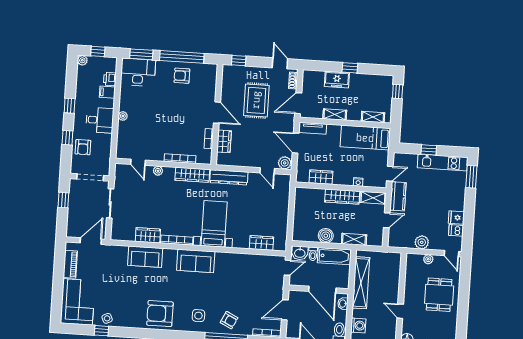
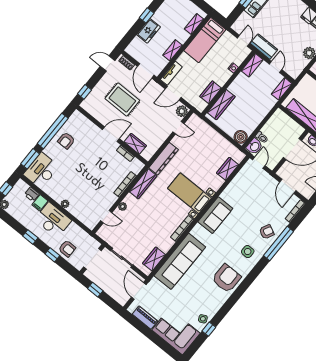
desk: (100, 120) -> (53, 220), width x1.37
wardrobe: (342, 197) -> (221, 105), moved
wardrobe: (148, 235) -> (154, 259), moved
boiler: (326, 236) -> (241, 137), moved
shelving: (354, 239) -> (282, 89), moved
bathtub: (334, 256) -> (274, 123), removed
sofa: (145, 257) -> (180, 261), width x1.85, depth x1.27
sofa: (196, 261) -> (215, 215), moved
armchair: (160, 314) -> (226, 278), turned 180

